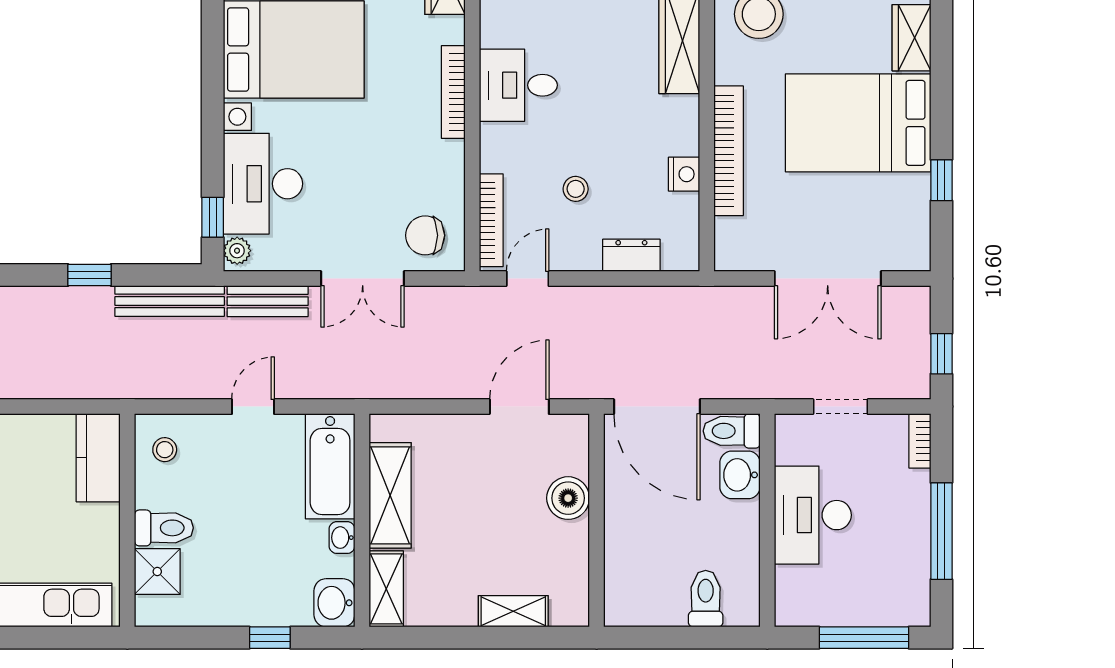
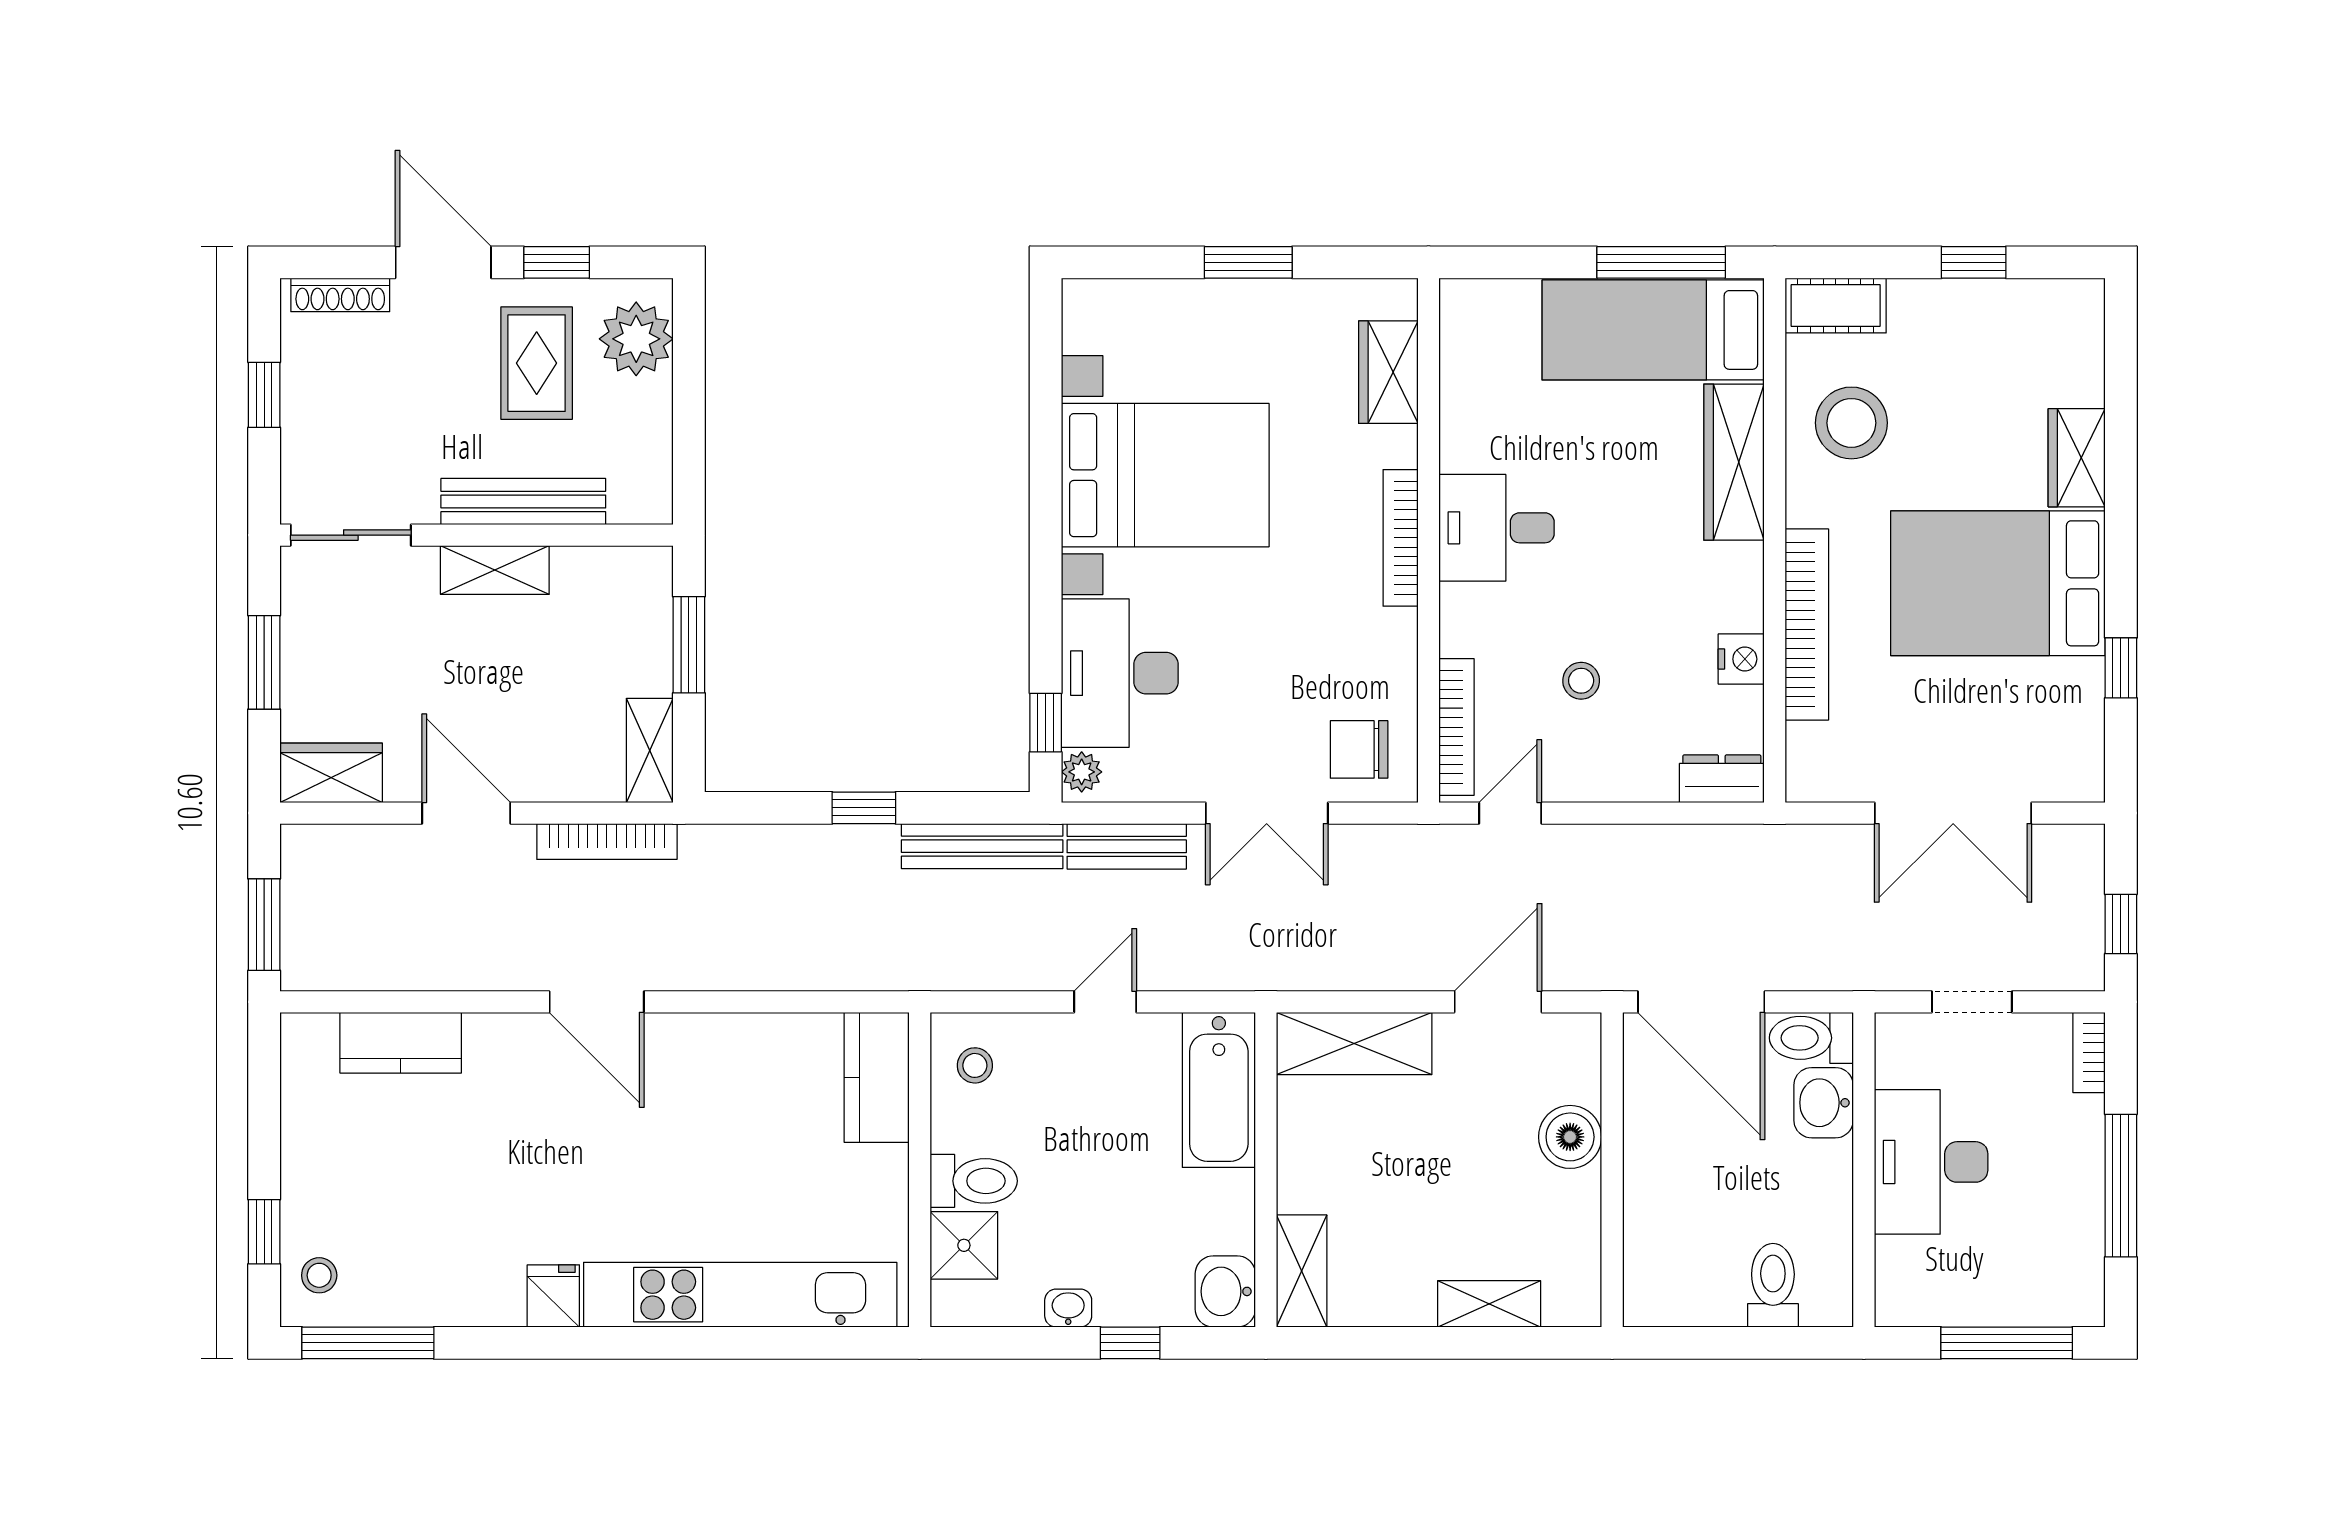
dresser: (631, 255) -> (1722, 779), moved
shelving: (390, 495) -> (1354, 1043), moved, turned 90
washbasin: (342, 538) -> (1068, 1308), moved, turned 90

